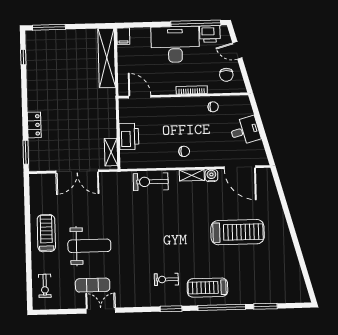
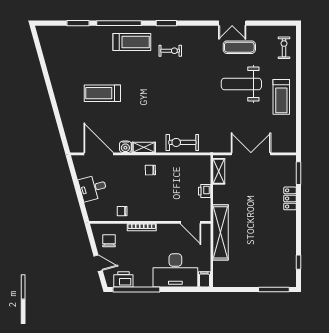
desk: (175, 44) -> (175, 270), moved
shelving: (107, 58) -> (221, 232), moved
printer: (129, 136) -> (205, 191), width x0.53, depth x0.68
exercise bike: (151, 182) -> (182, 142), turned 180
treadmill: (238, 232) -> (102, 93), width x0.73, depth x0.73

